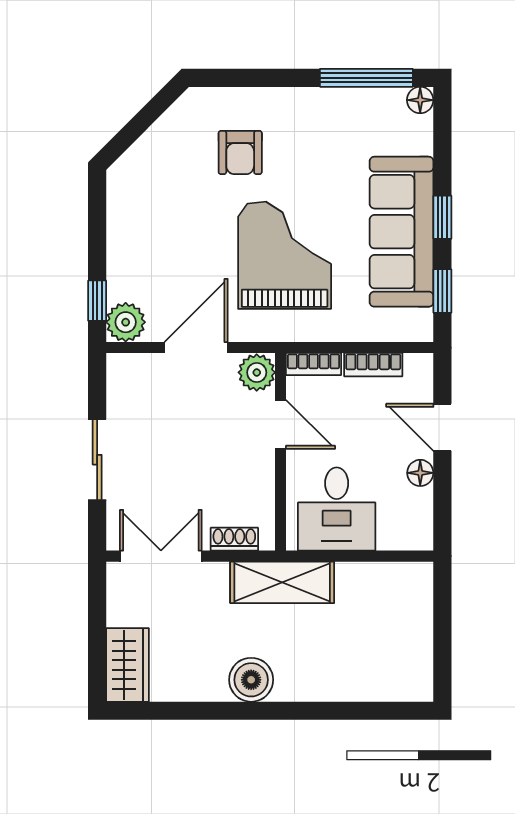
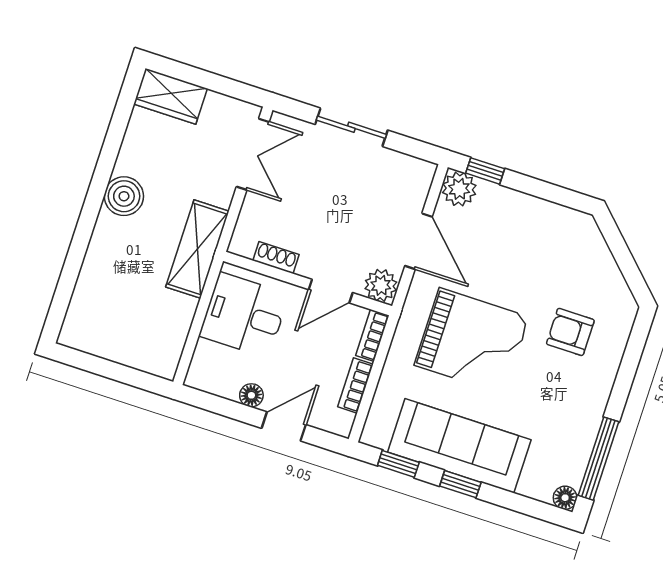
shoe rack: (234, 539) -> (276, 258), moved, turned -90

